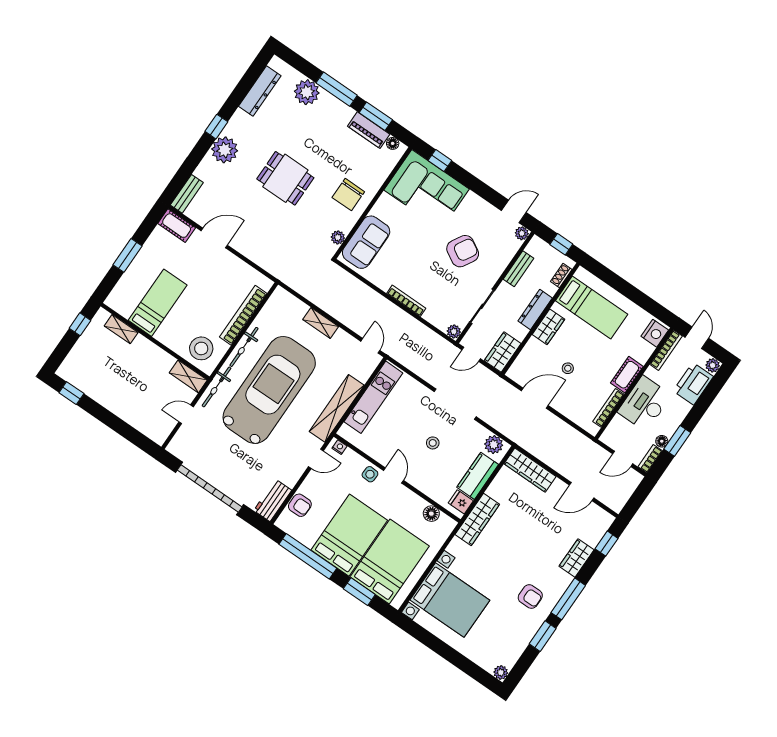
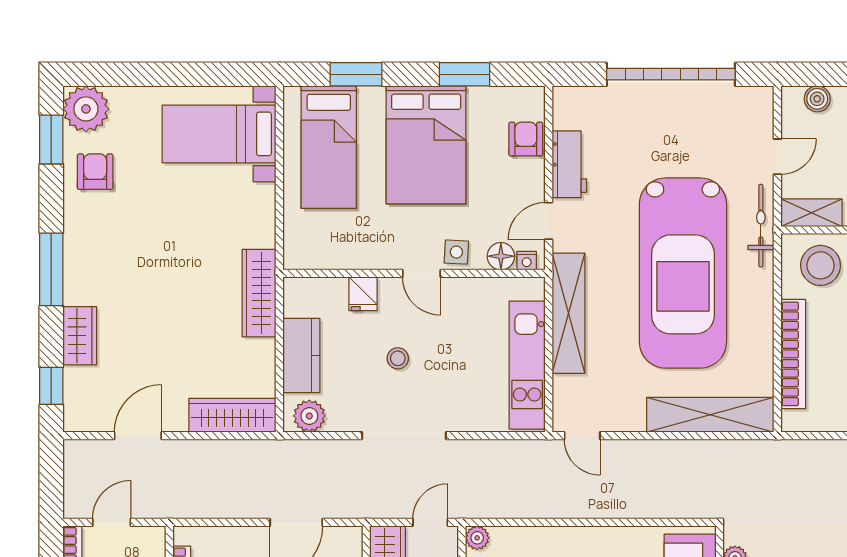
bookcase: (406, 301) -> (575, 535), removed
shelving: (321, 323) -> (710, 415), width x2.20, depth x1.33
bicycle: (244, 347) -> (761, 310), removed
boiler: (148, 429) -> (817, 99), added
workbench: (273, 500) -> (569, 164), moved
fridge: (461, 502) -> (363, 294), moved, turned 90
armchair: (300, 505) -> (526, 139), turned 90
floor lamp: (431, 514) -> (501, 256), moved
window: (308, 556) -> (464, 74), width x0.47
bed: (390, 562) -> (329, 147), width x0.67
armchair: (530, 597) -> (95, 172), moved, turned 90
bed with nightstands: (450, 600) -> (219, 134), width x0.73
window: (543, 636) -> (51, 139), moved
plant: (501, 672) -> (86, 109), width x1.87, depth x1.87

